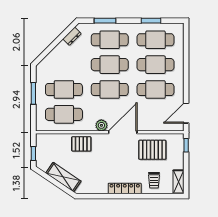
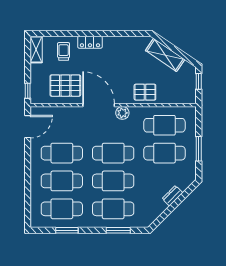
dresser: (72, 36) -> (172, 196), moved
door: (123, 132) -> (99, 105), swing flipped
locker: (125, 188) -> (90, 42), width x0.66

